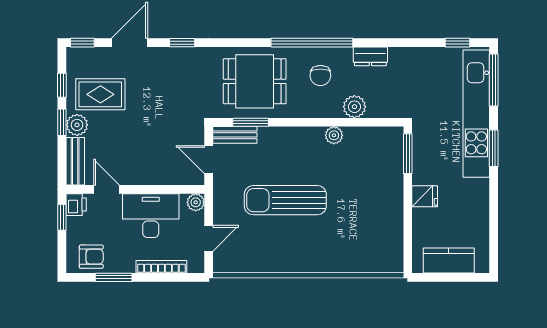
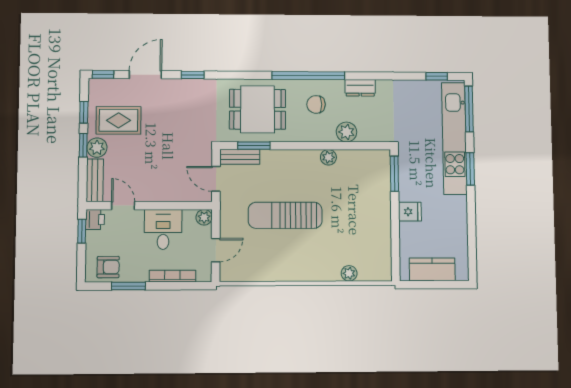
chair: (320, 76) -> (316, 104), turned 90
desk: (151, 216) -> (163, 229), width x0.73
plant: (356, 265) -> (349, 273), added

